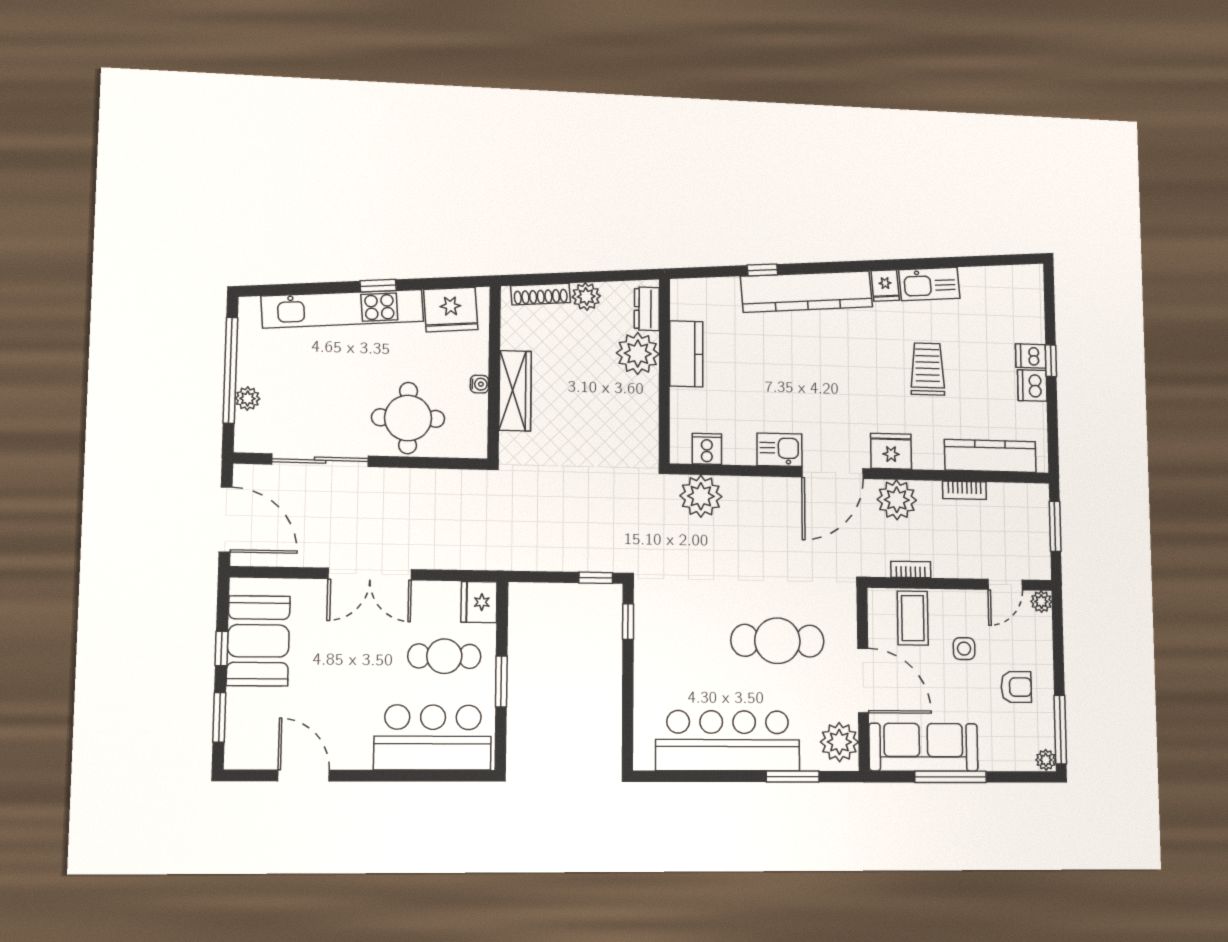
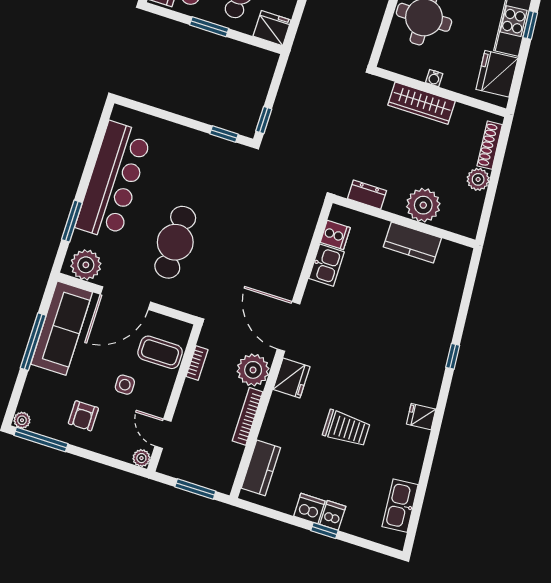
window: (762, 270) -> (453, 356), moved
kitchen sink: (929, 284) -> (400, 506), moved
kitchen counter: (807, 292) -> (434, 352), removed
dresser: (647, 309) -> (367, 195), moved
kitchen sink: (779, 450) -> (326, 265), moved
kitchen counter: (990, 456) -> (261, 468), width x0.67
bookcase: (964, 490) -> (248, 416), width x1.56
plant: (701, 496) -> (301, 219), removed

